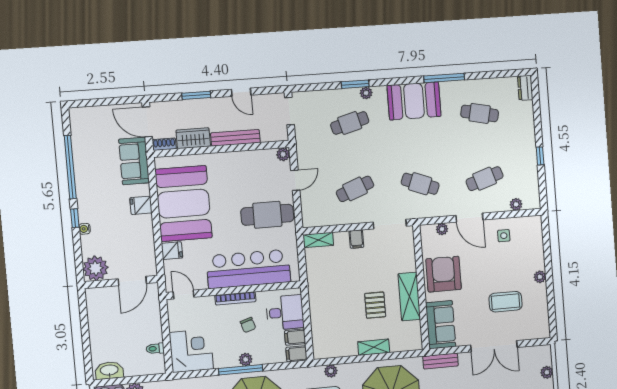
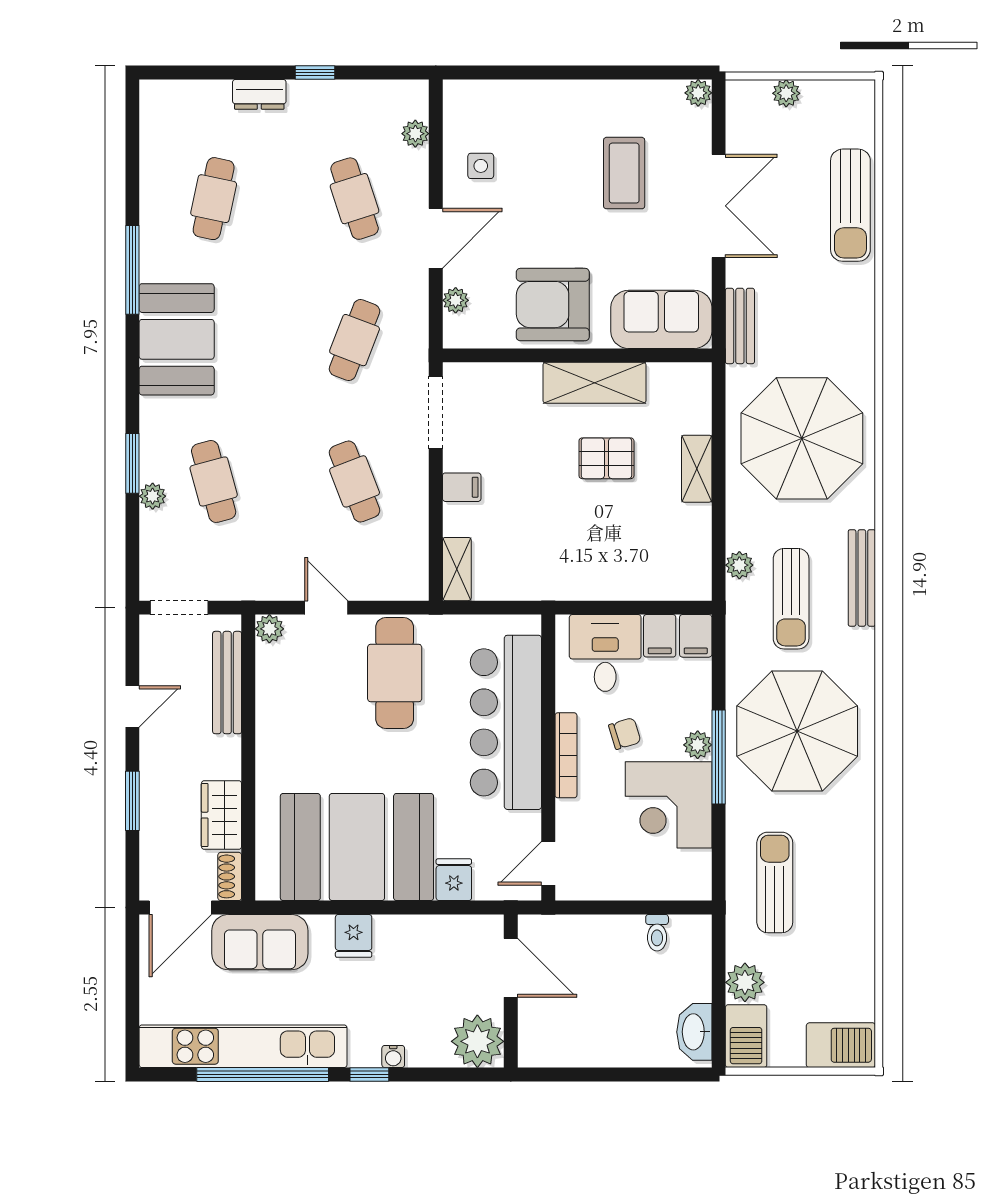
dresser: (525, 88) -> (259, 94), moved
plant: (366, 93) -> (153, 496), moved
bench: (235, 138) -> (227, 683), moved
kitchen unit: (83, 157) -> (243, 1046), added
plant: (540, 277) -> (698, 93), moved
corner desk: (191, 351) -> (669, 805), moved, turned -90

